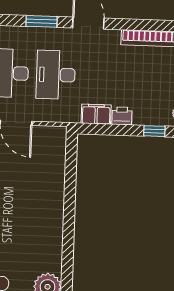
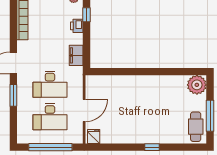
printer: (122, 116) -> (77, 26), moved

